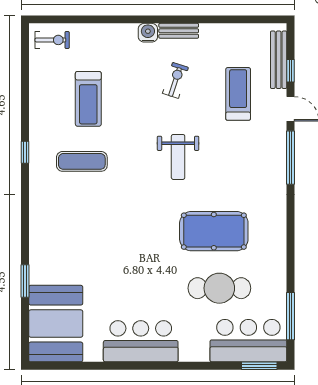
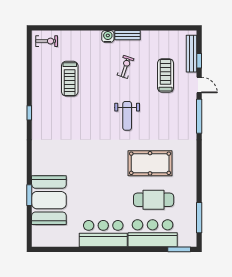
exercise mat: (82, 161) -> (66, 119), removed
booth: (56, 324) -> (49, 200), moved
bar counter: (248, 341) -> (153, 233), moved

